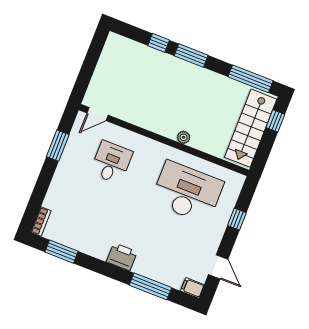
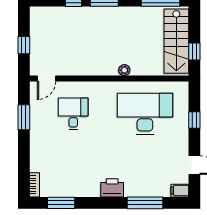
window: (88, 69) -> (24, 45), added
window: (275, 121) -> (194, 52), moved

